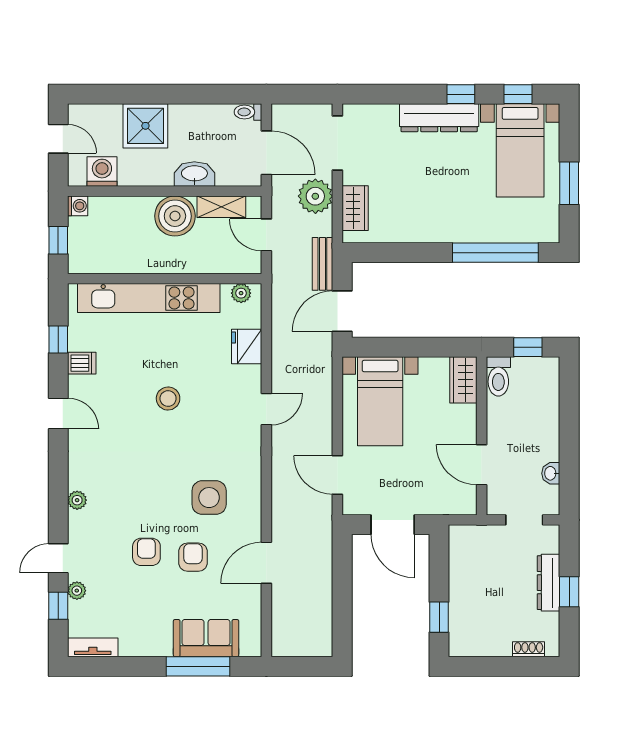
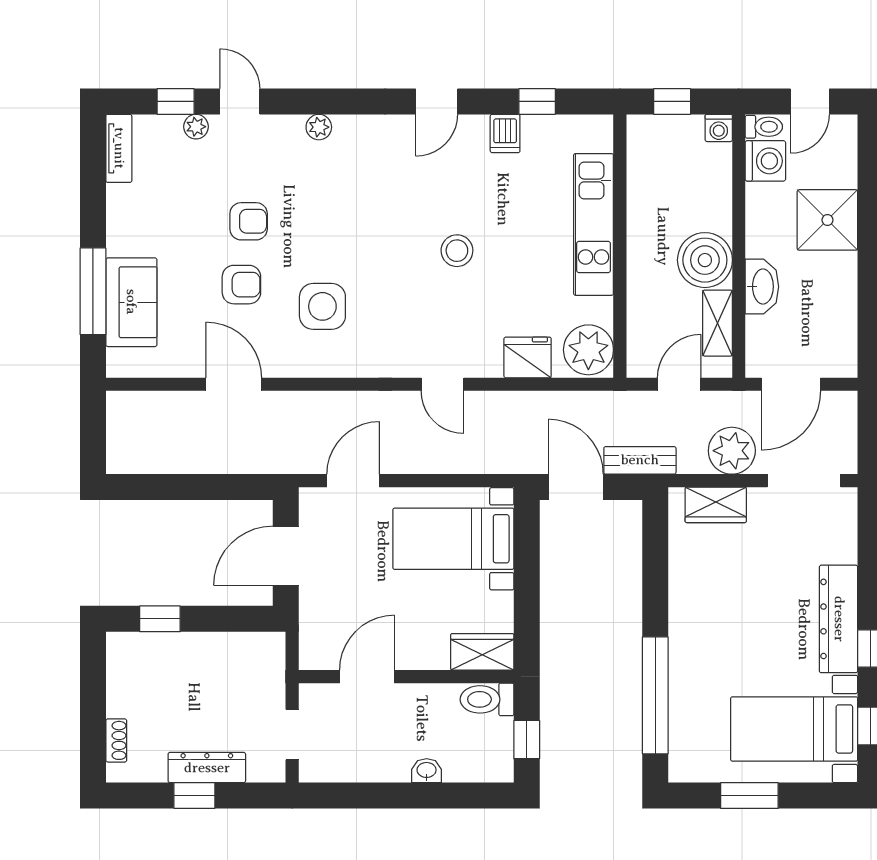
toilet: (248, 112) -> (764, 127), moved, turned 90
plant: (241, 293) -> (588, 350), width x1.88, depth x1.88
kitchen unit: (149, 298) -> (594, 224), width x0.73
washbasin: (551, 473) -> (427, 771), moved

